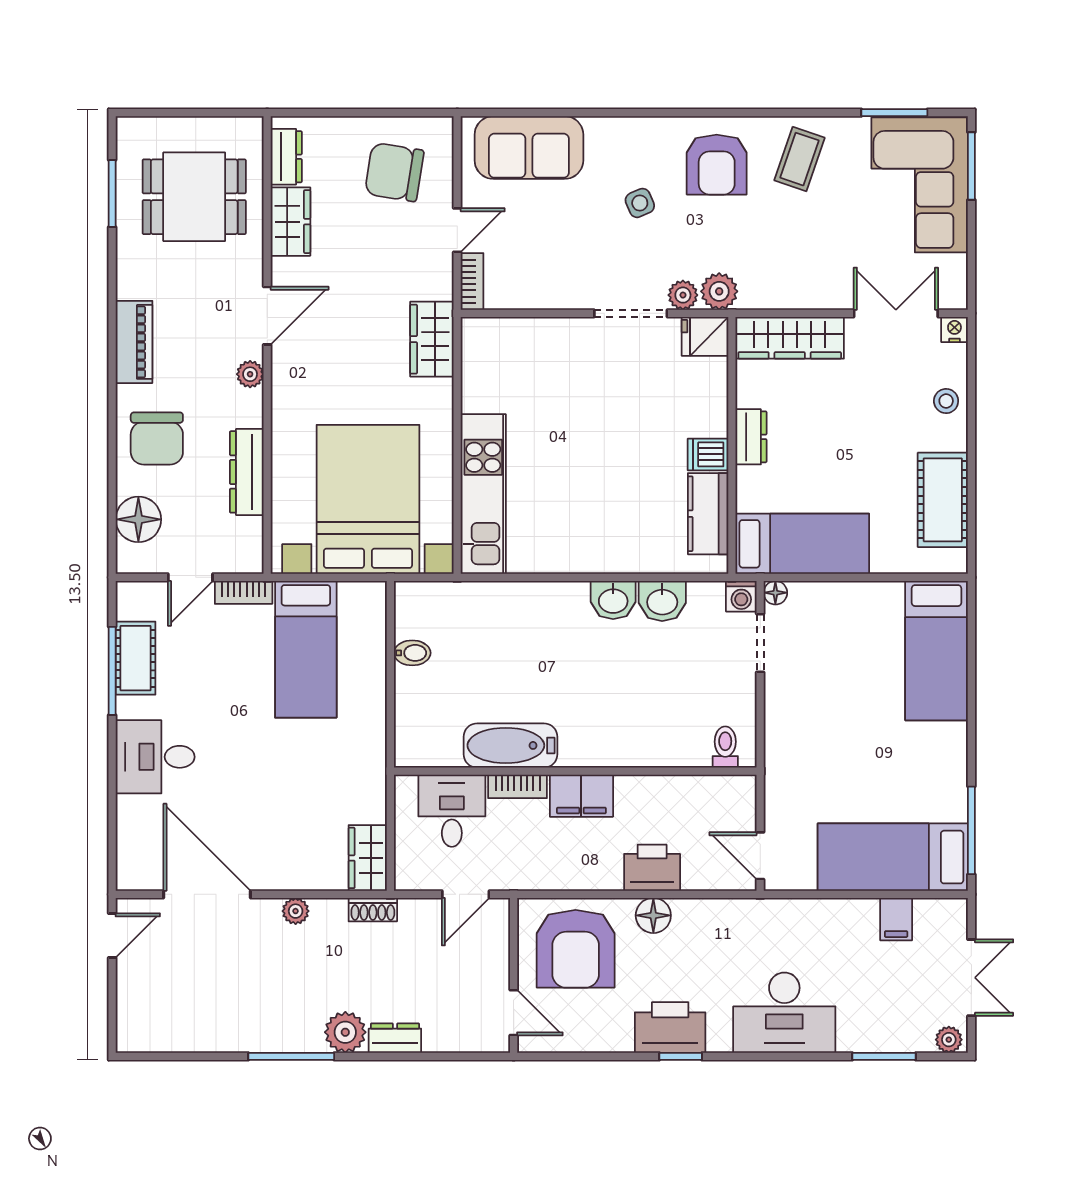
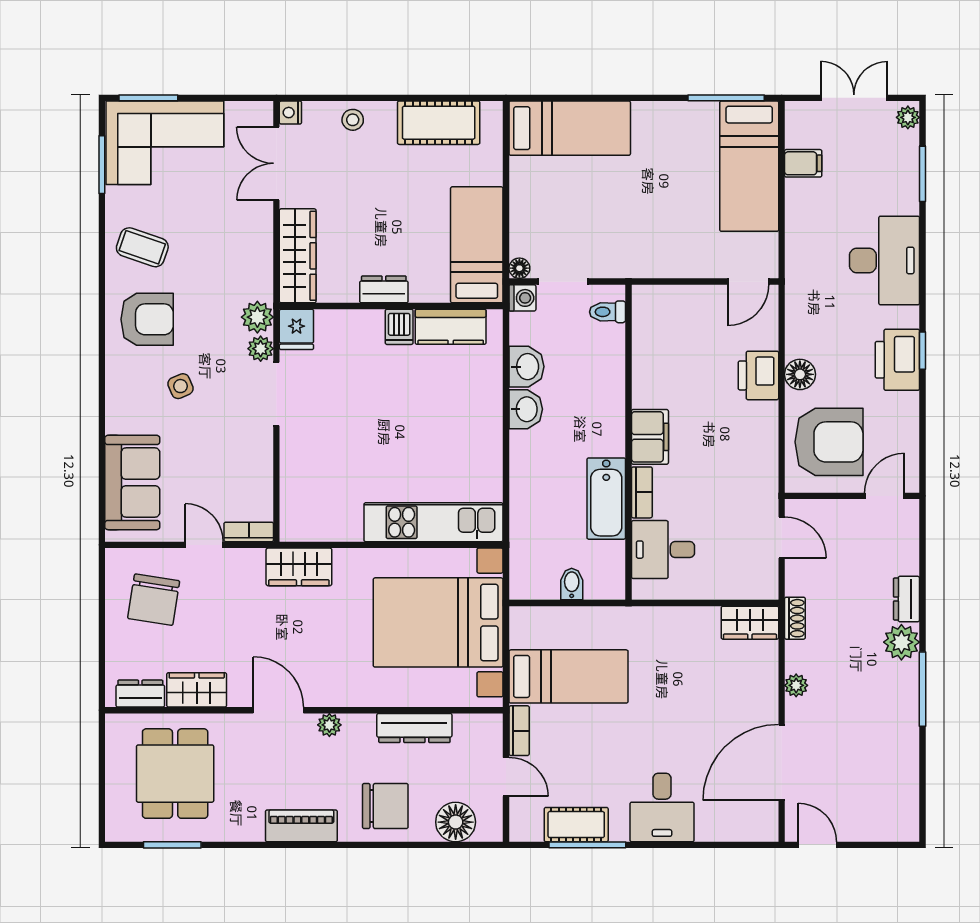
bathtub: (511, 745) -> (606, 499), moved
toilet: (725, 747) -> (608, 312), moved
wall: (575, 771) -> (629, 442), moved
bookcase: (518, 786) -> (642, 492), moved
filing cabinet: (581, 796) -> (650, 437), moved
desk: (452, 811) -> (663, 550), moved

